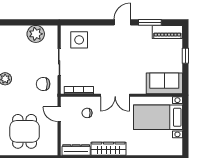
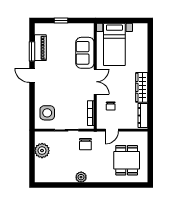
piano: (167, 32) -> (40, 48), moved
sofa: (164, 83) -> (85, 53), moved
dining table: (25, 131) -> (127, 160), turned 90

